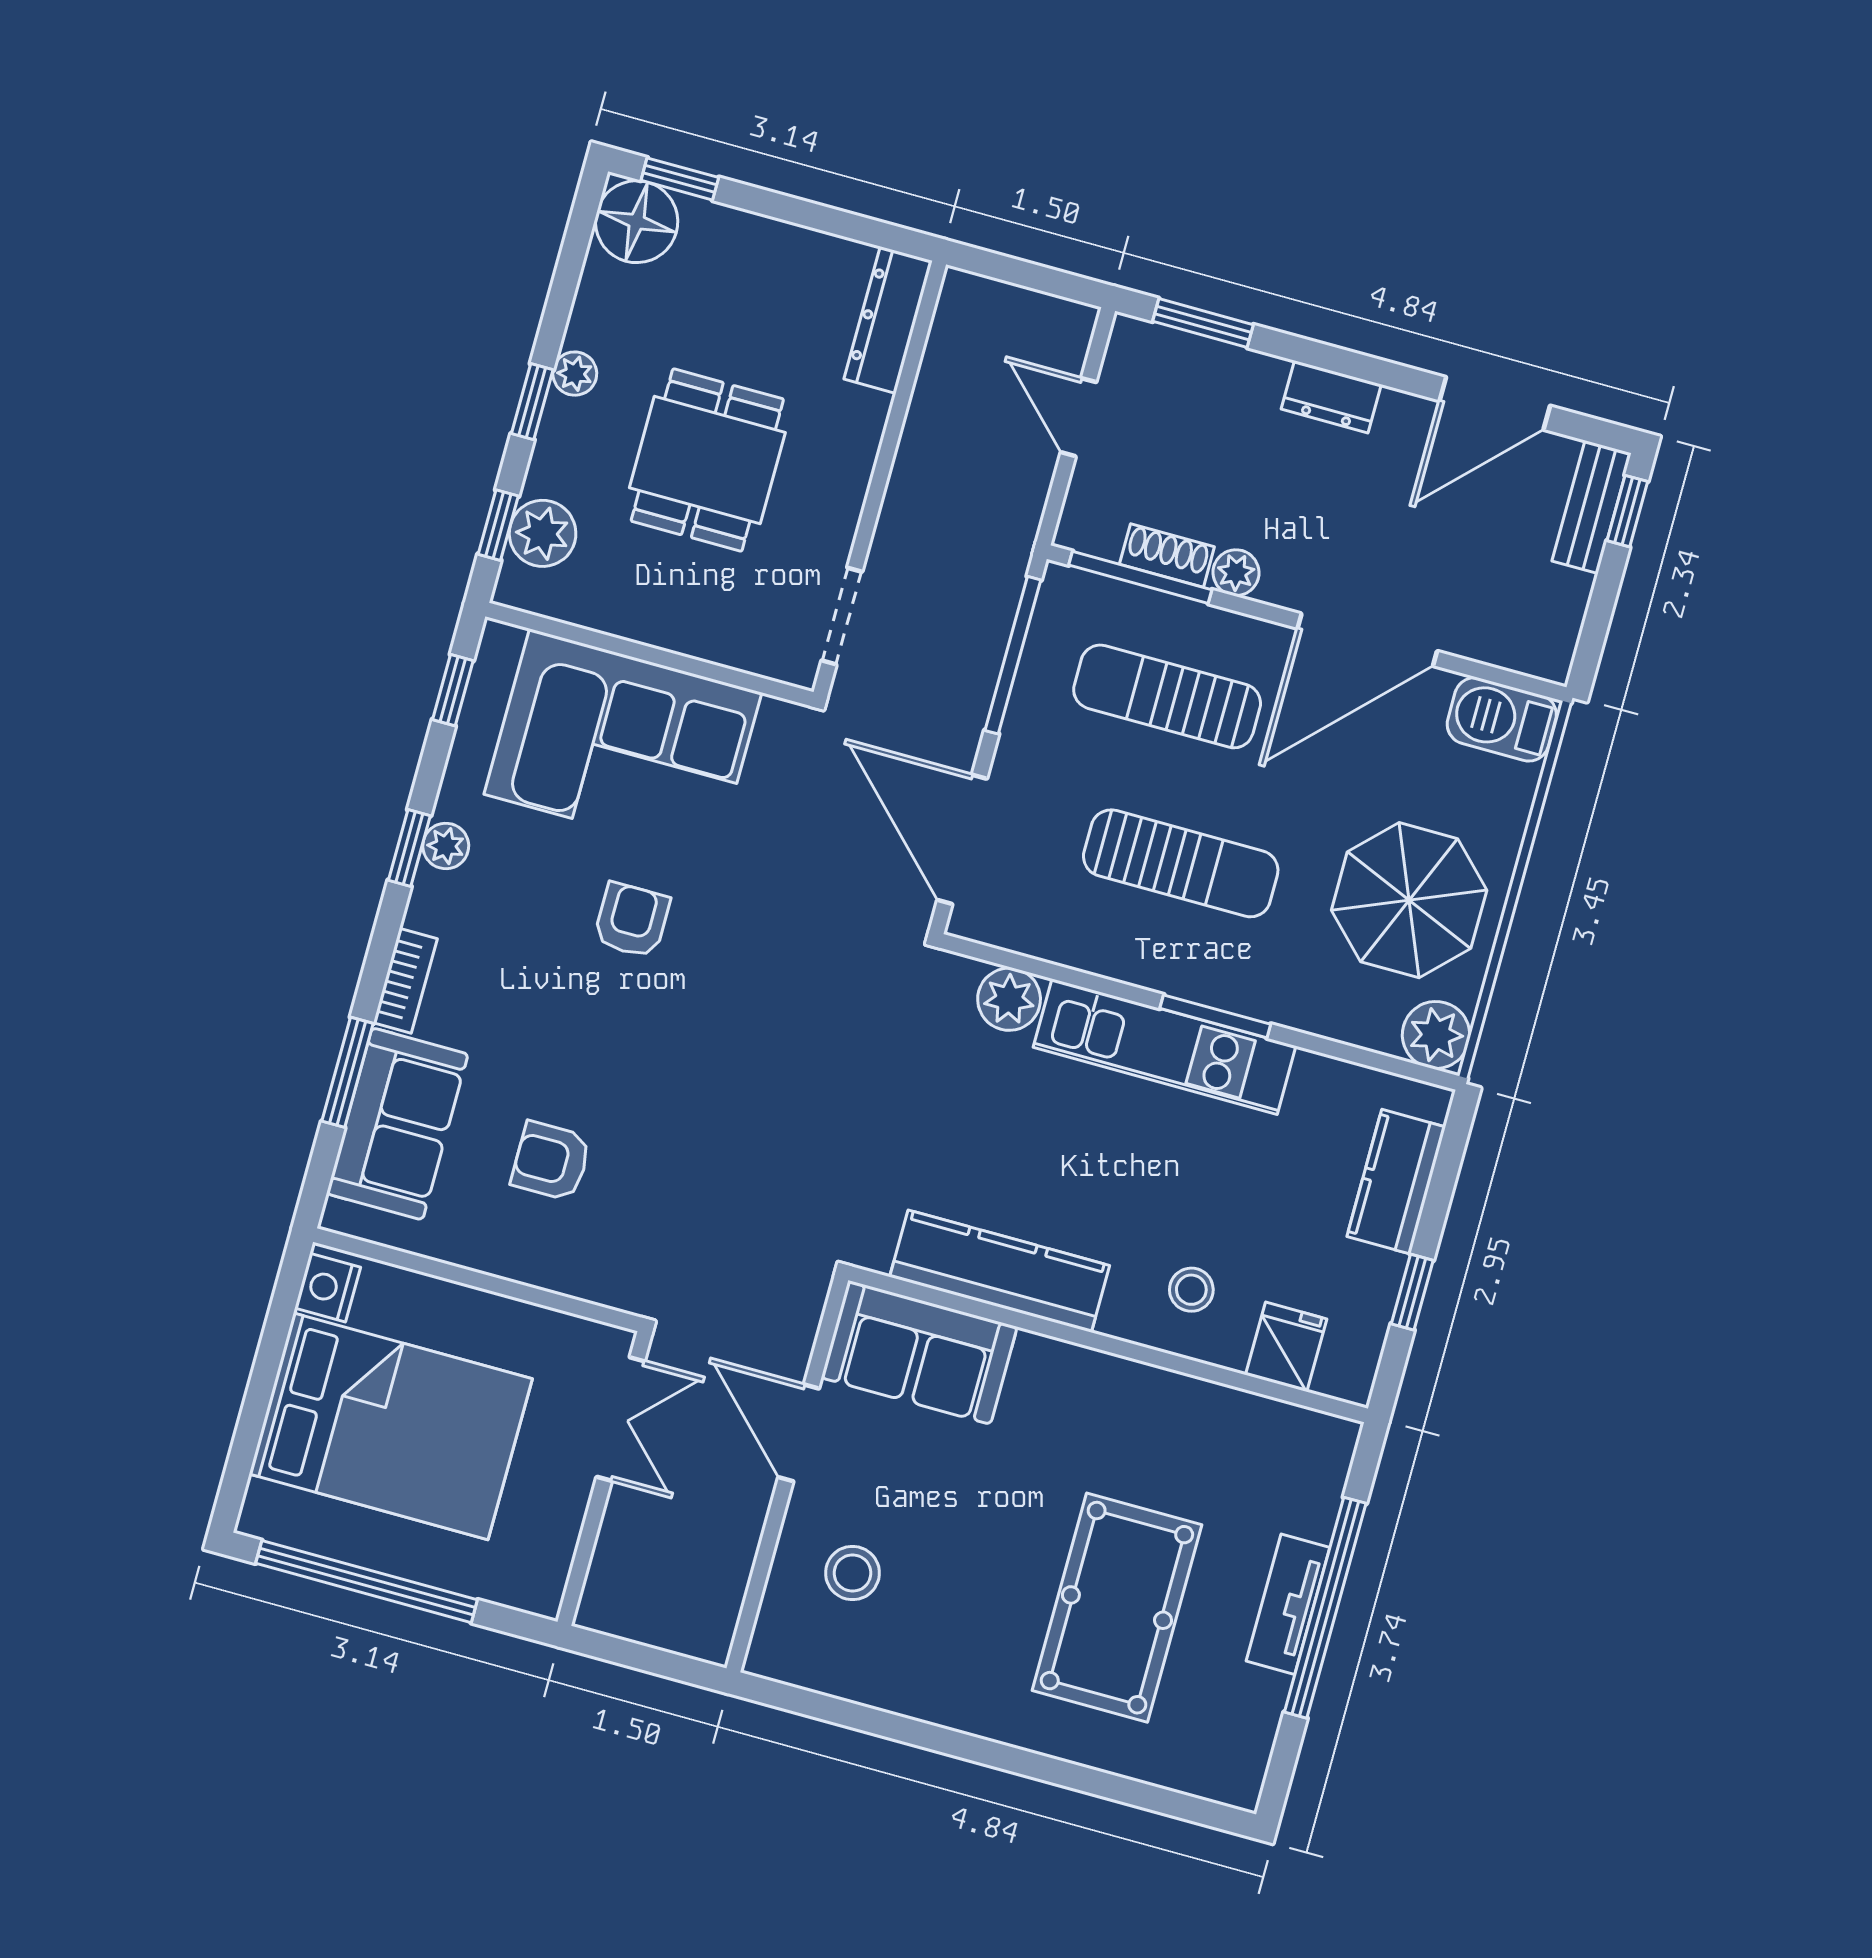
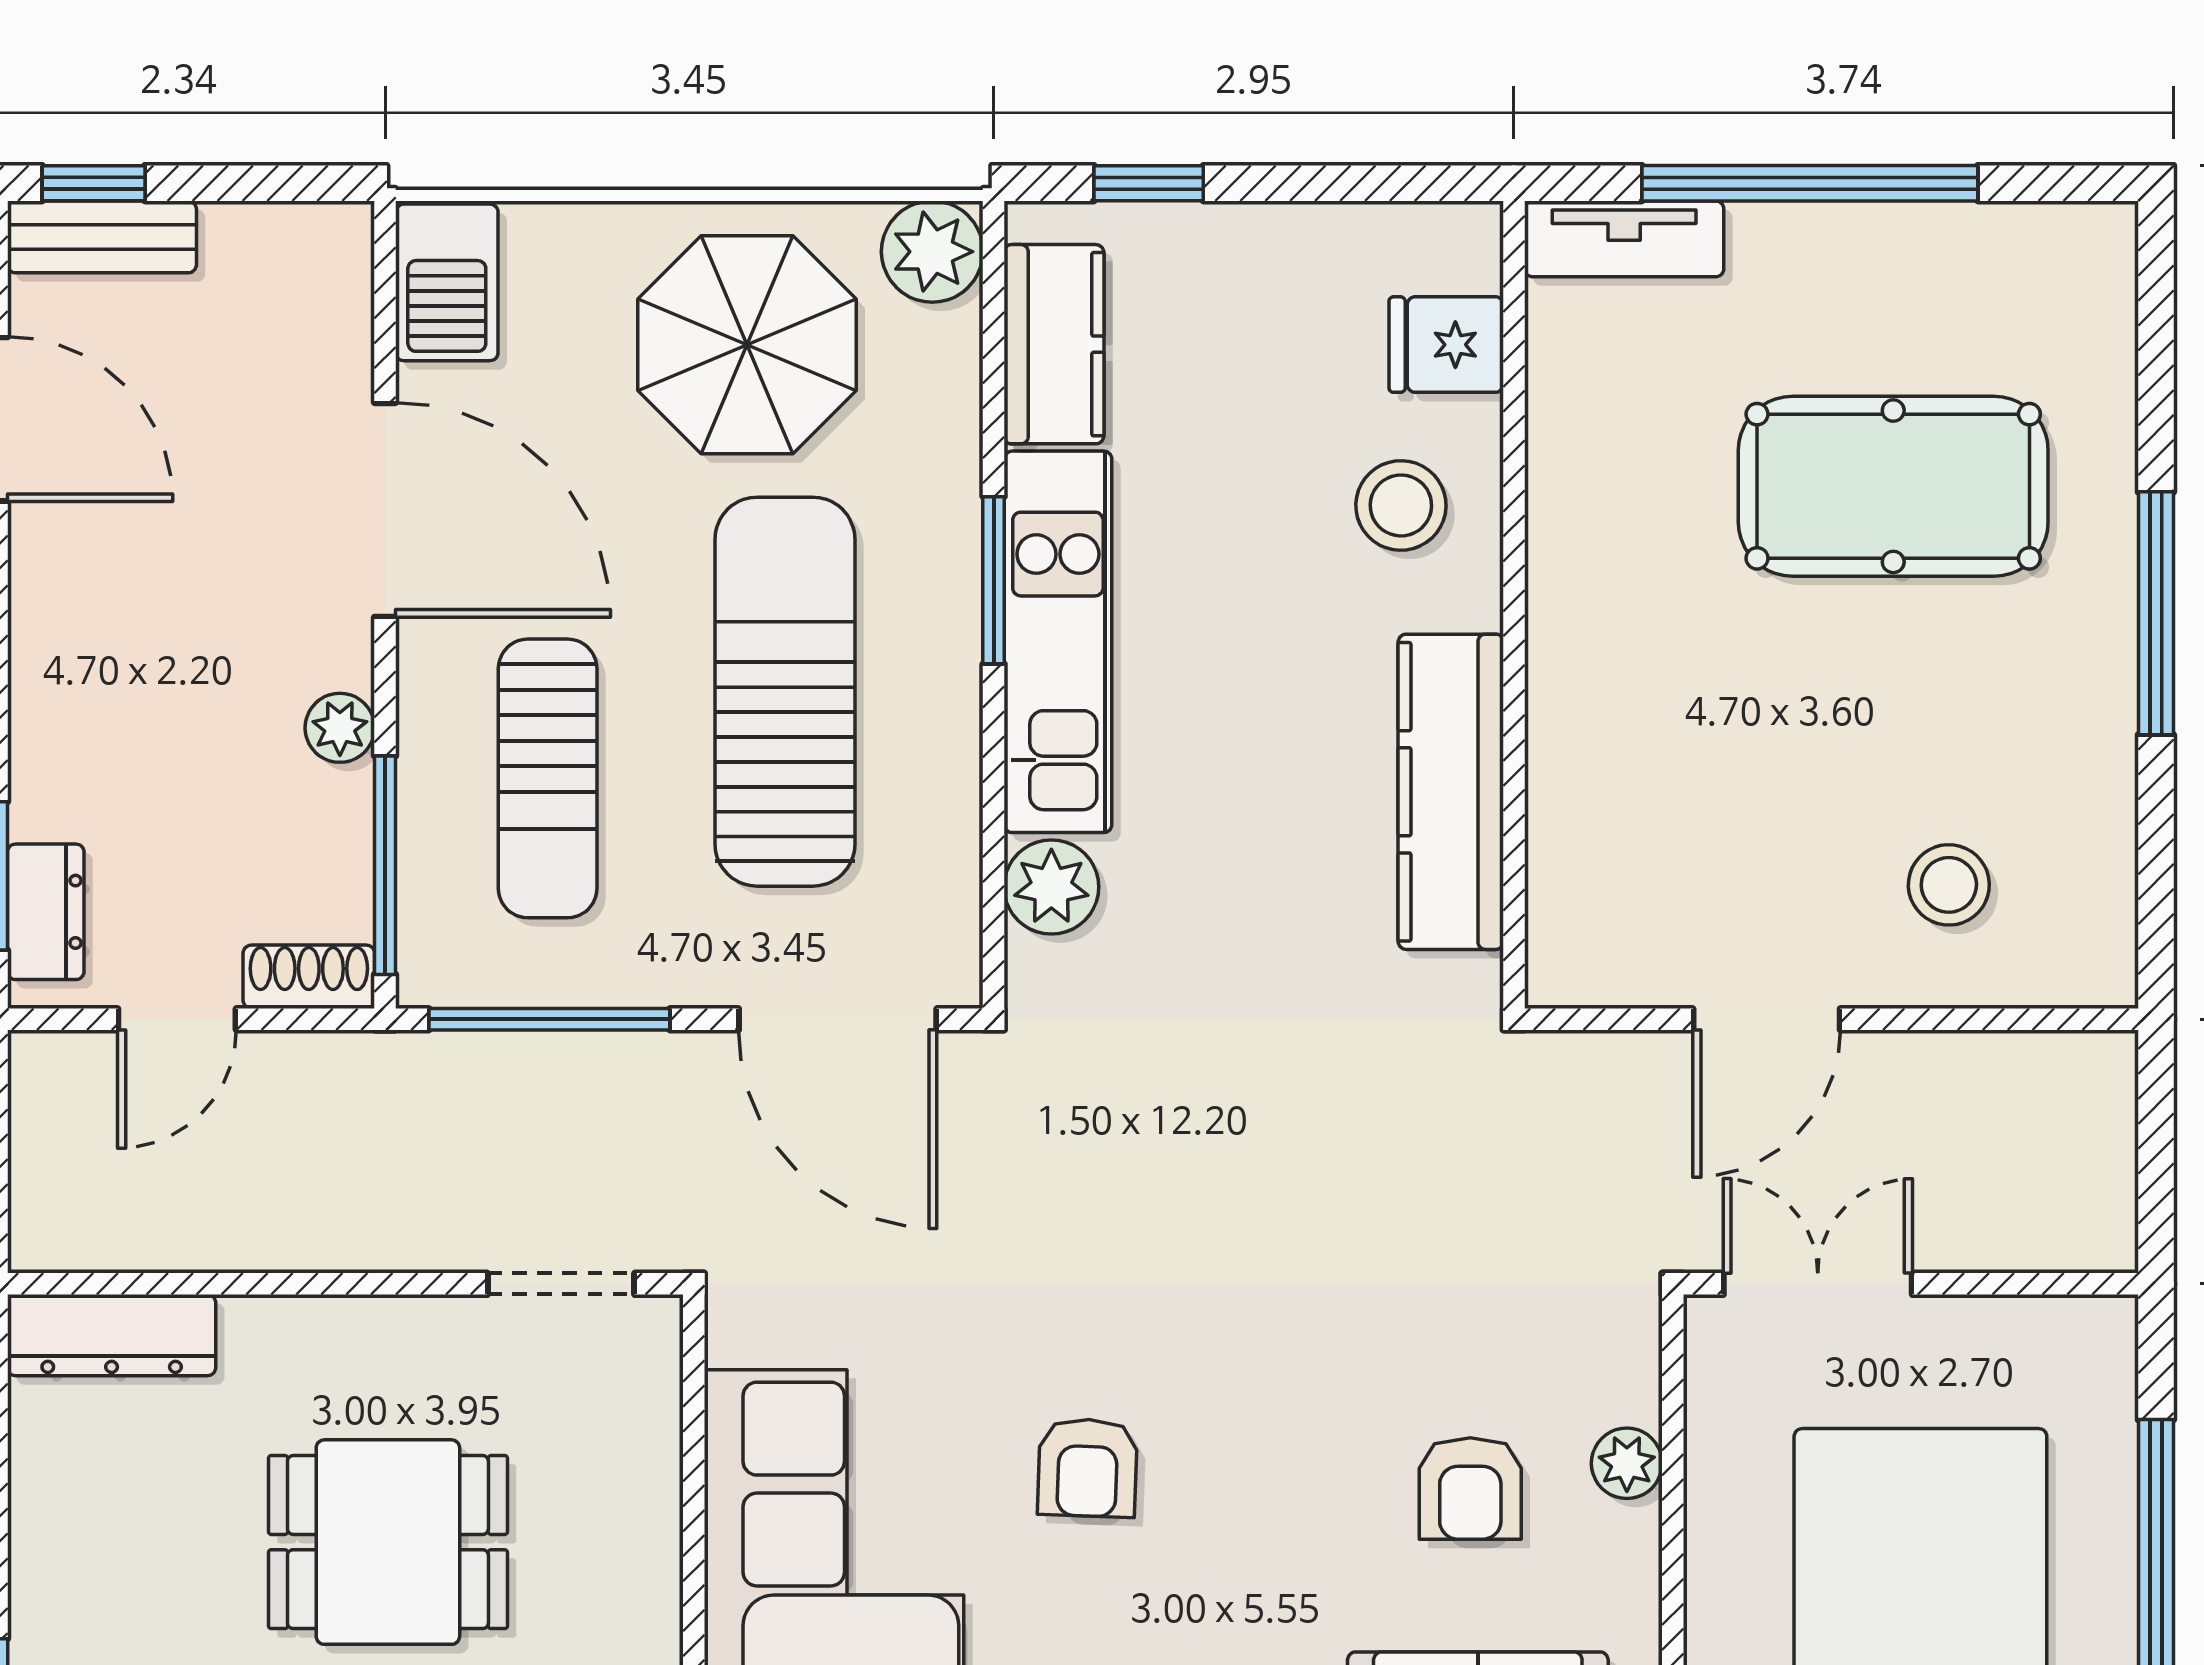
dresser: (1331, 397) -> (46, 912), moved
shoe rack: (1167, 555) -> (309, 977), moved, turned 90
door: (962, 839) -> (838, 1019), hinge flipped
sun lounger: (1181, 863) -> (785, 692), width x1.36, depth x1.34
armchair: (632, 920) -> (1087, 1468), turned -88
kitchen counter: (1396, 1182) -> (1054, 344), moved, turned -90
plant: (540, 1265) -> (1627, 1463), added
stool: (1191, 1290) -> (1401, 505), width x1.37, depth x1.37
window: (1412, 1292) -> (1149, 183), moved
sofa: (919, 1352) -> (1601, 876), removed
tv unit: (1288, 1604) -> (1624, 239), moved
window: (990, 1753) -> (2156, 613), added

